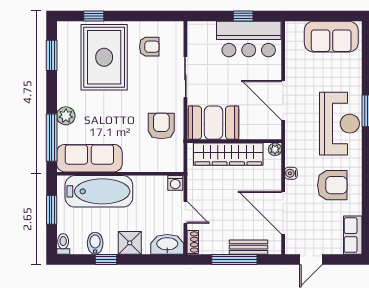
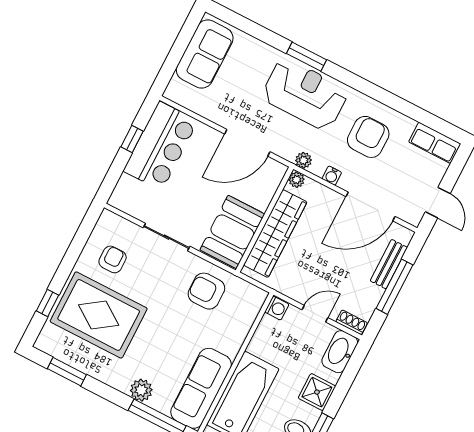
plant: (291, 147) -> (304, 160), added

